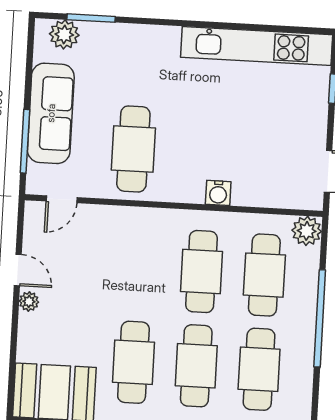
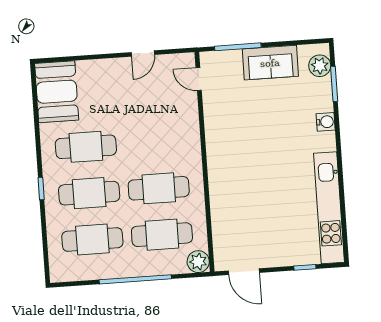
sofa: (51, 113) -> (270, 63), width x0.73
cafe table: (133, 149) -> (242, 127), removed
water cooler: (218, 193) -> (326, 122), moved, turned 180
plant: (29, 301) -> (121, 65), removed

